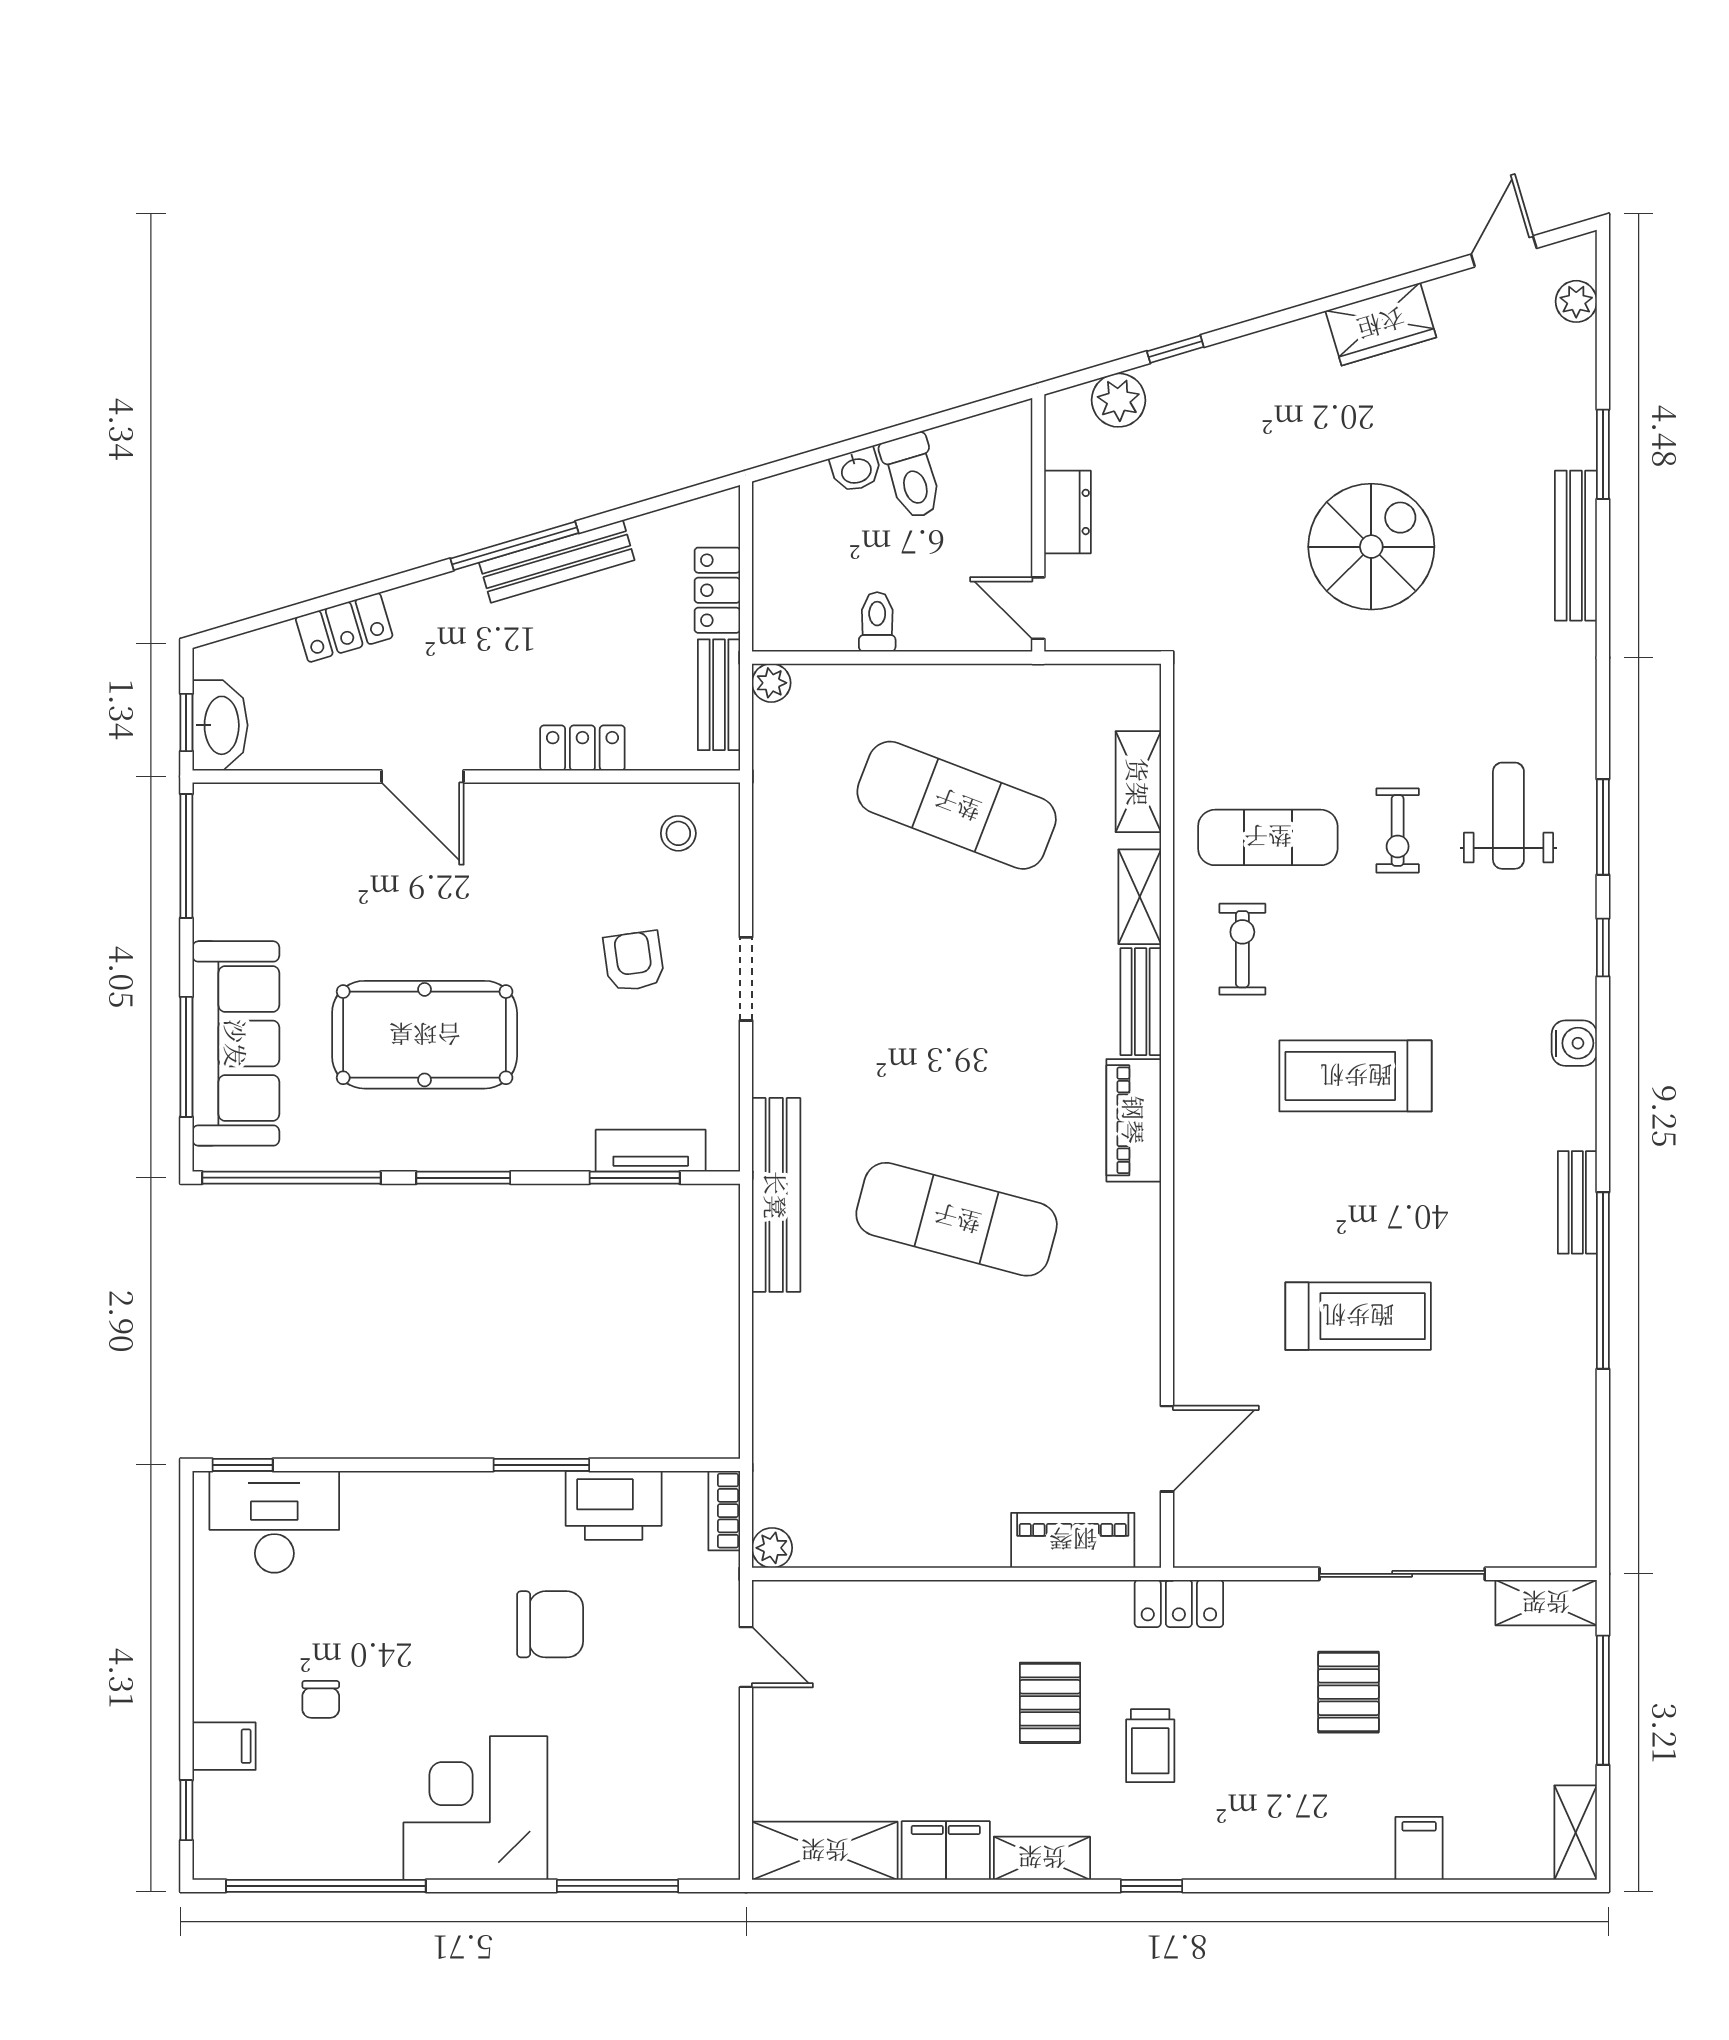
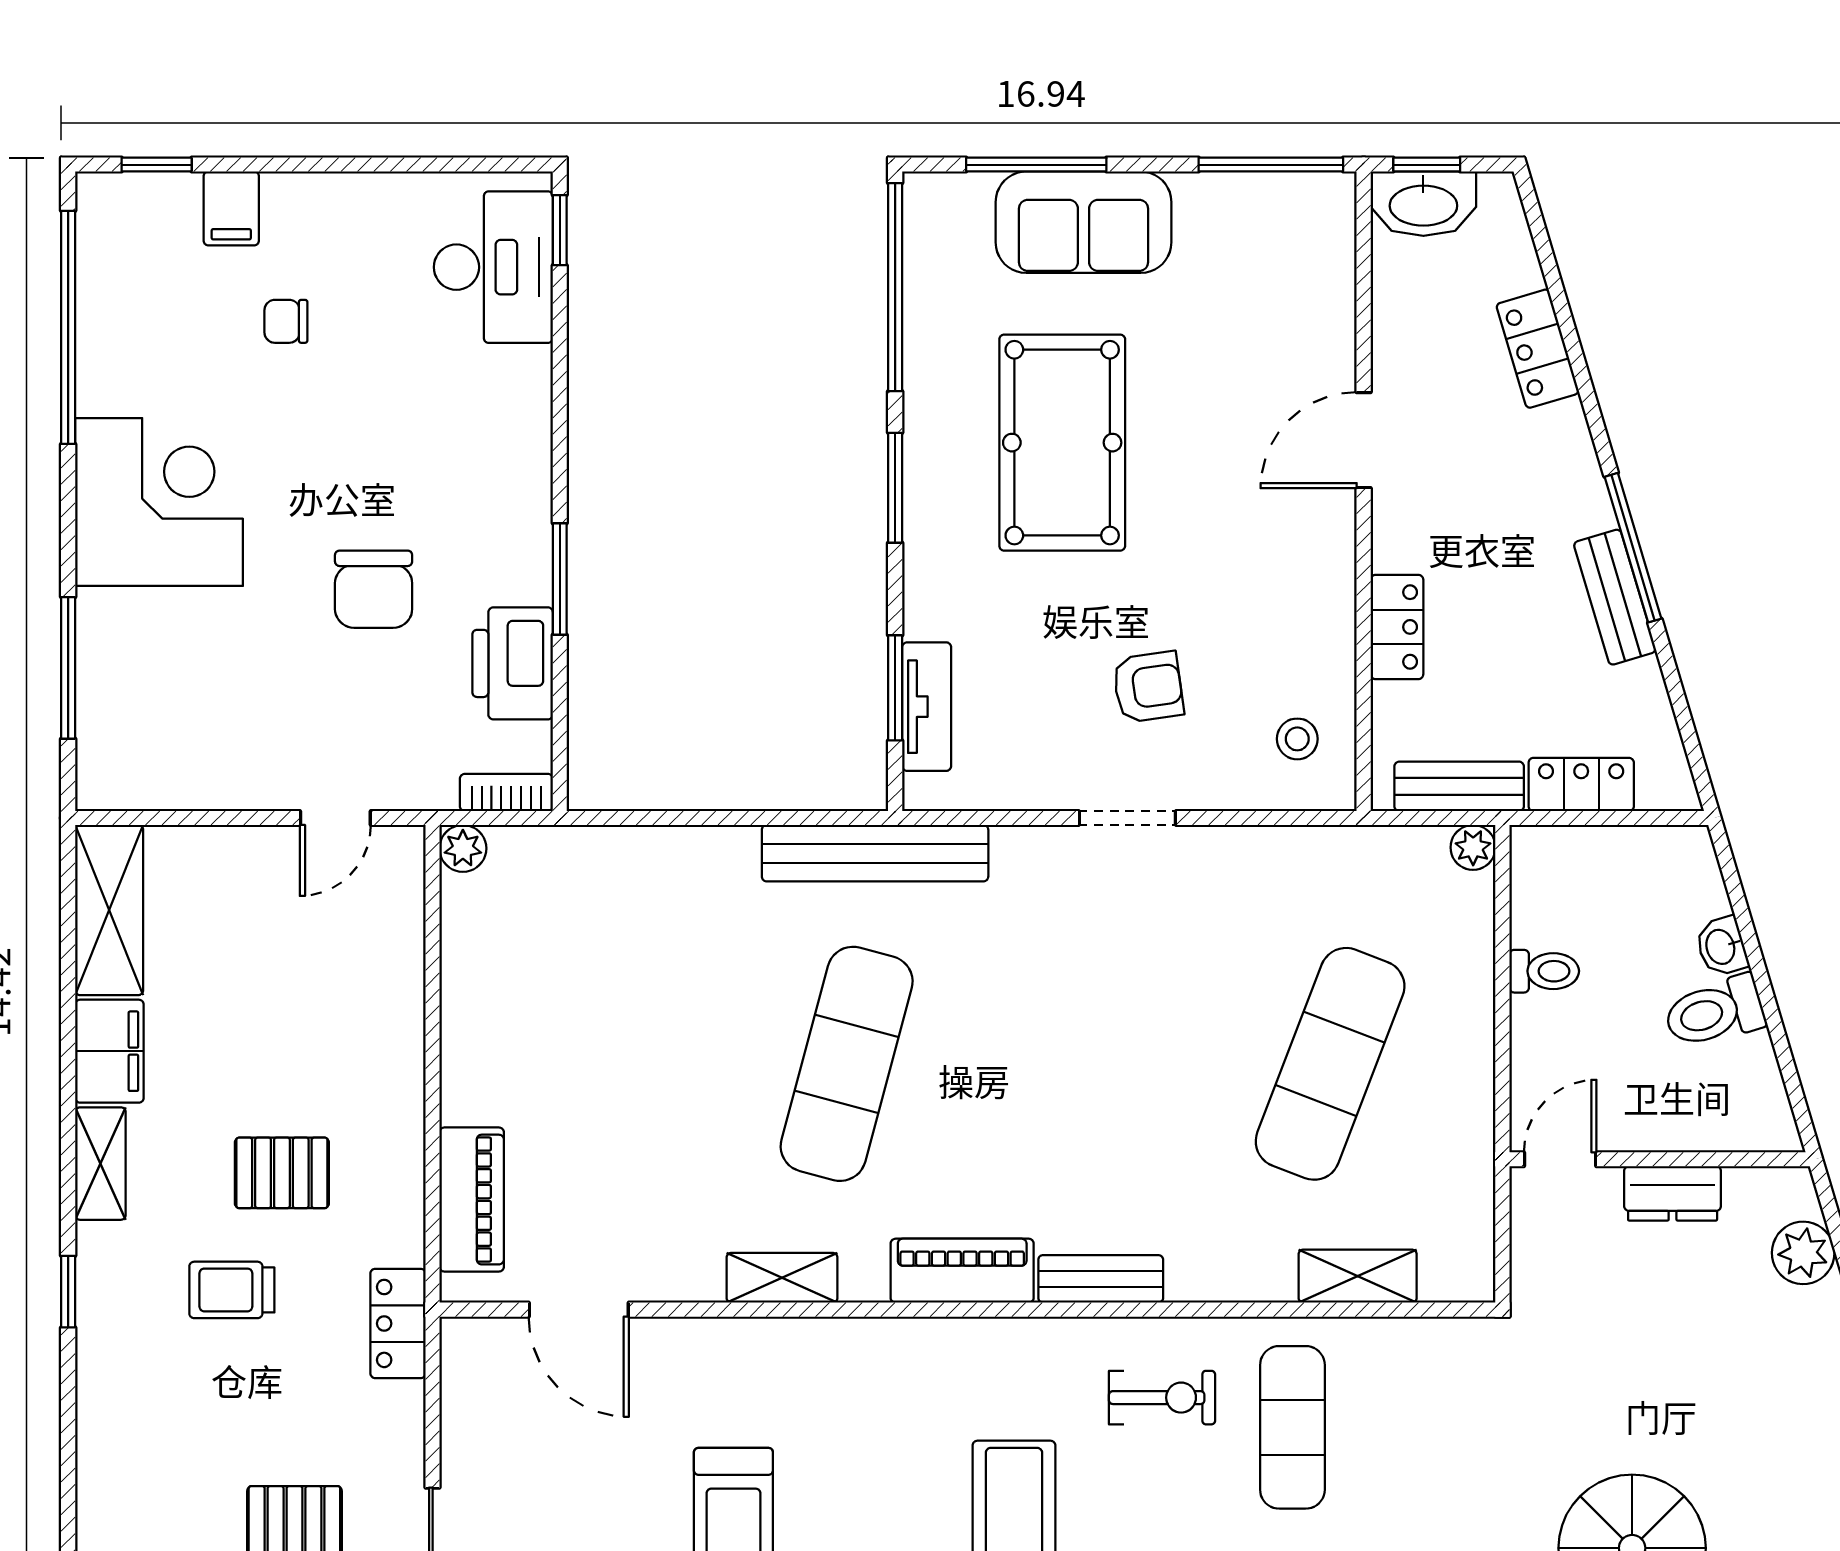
bench: (557, 561) -> (1615, 597), width x0.73
shelving: (1140, 897) -> (782, 1278), moved
sofa: (236, 1043) -> (1084, 222), width x0.73

